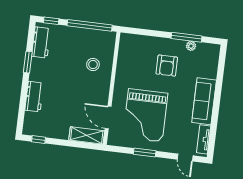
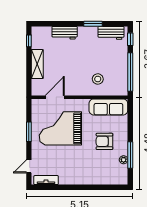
sofa: (204, 101) -> (108, 107), moved, turned 180
shelving: (87, 135) -> (37, 64), moved

